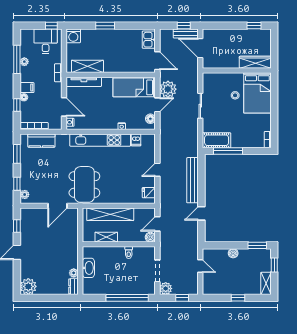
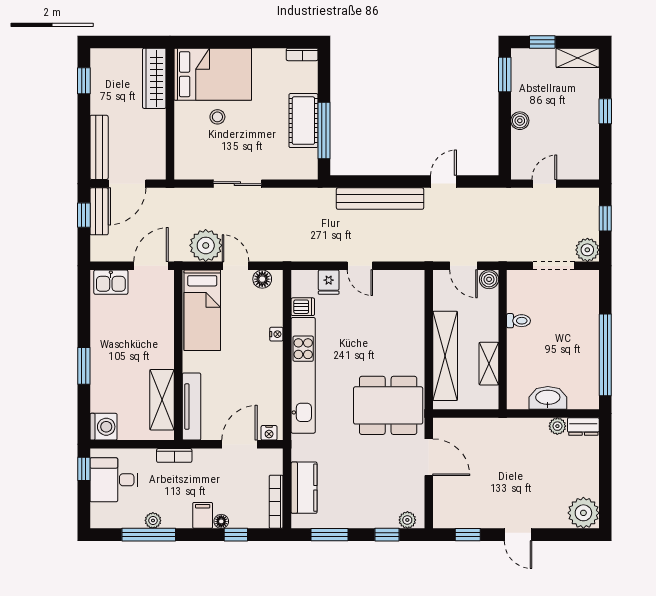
bench: (219, 33) -> (99, 147), added
cot: (217, 140) -> (303, 121), moved
fridge: (149, 193) -> (329, 282), moved
door: (201, 213) -> (444, 182), swing flipped
window: (127, 298) -> (605, 355), moved

